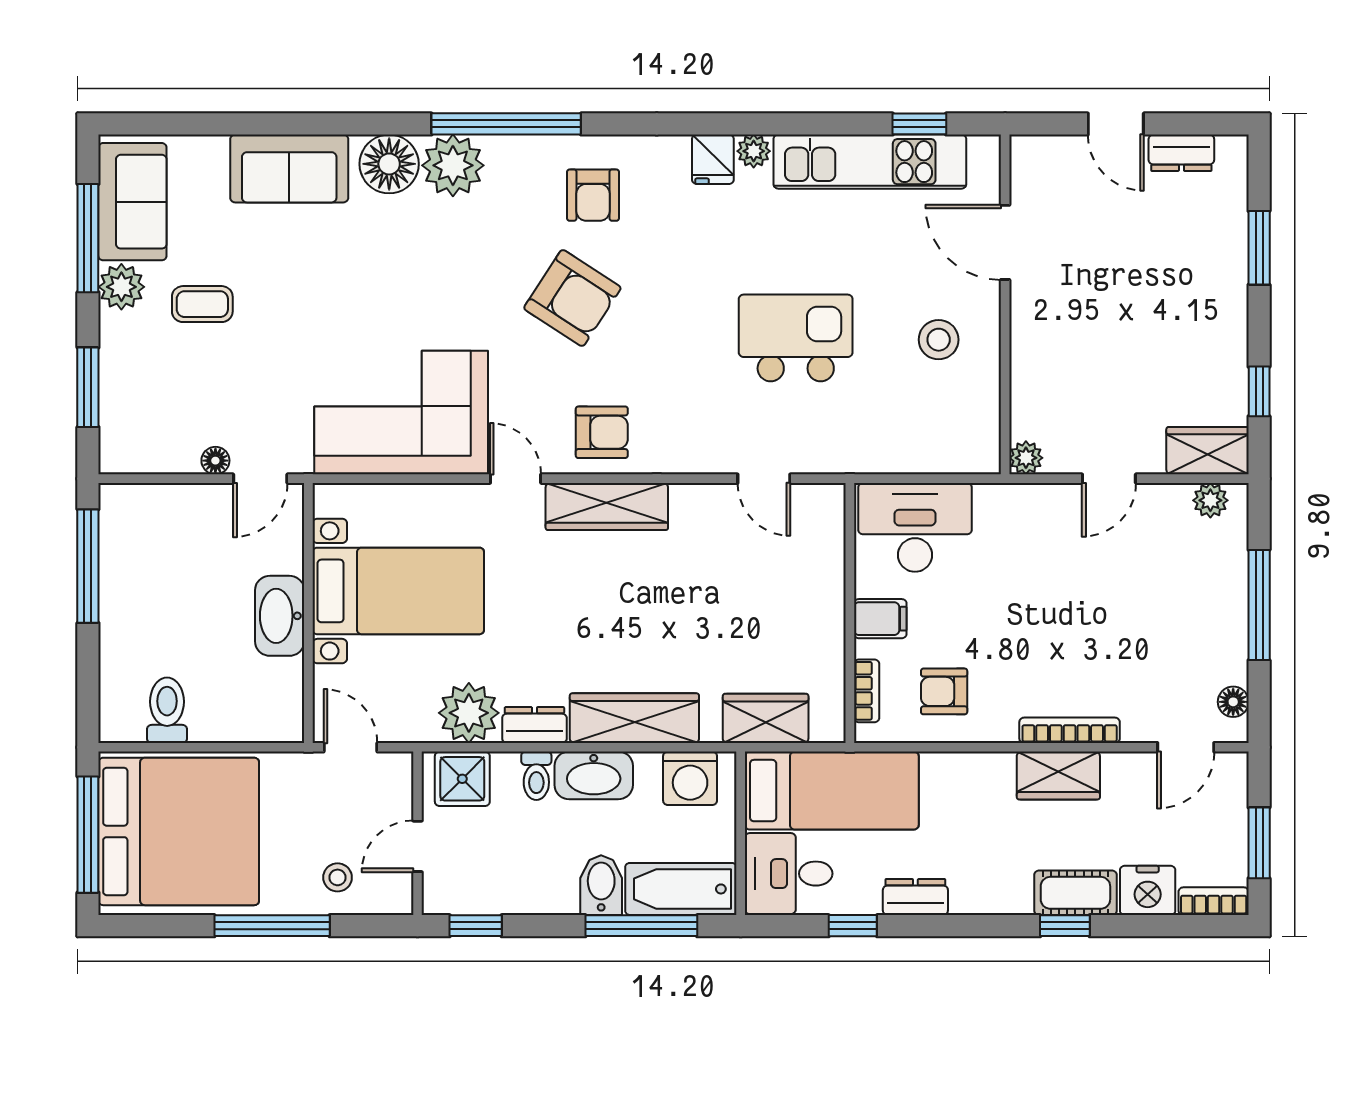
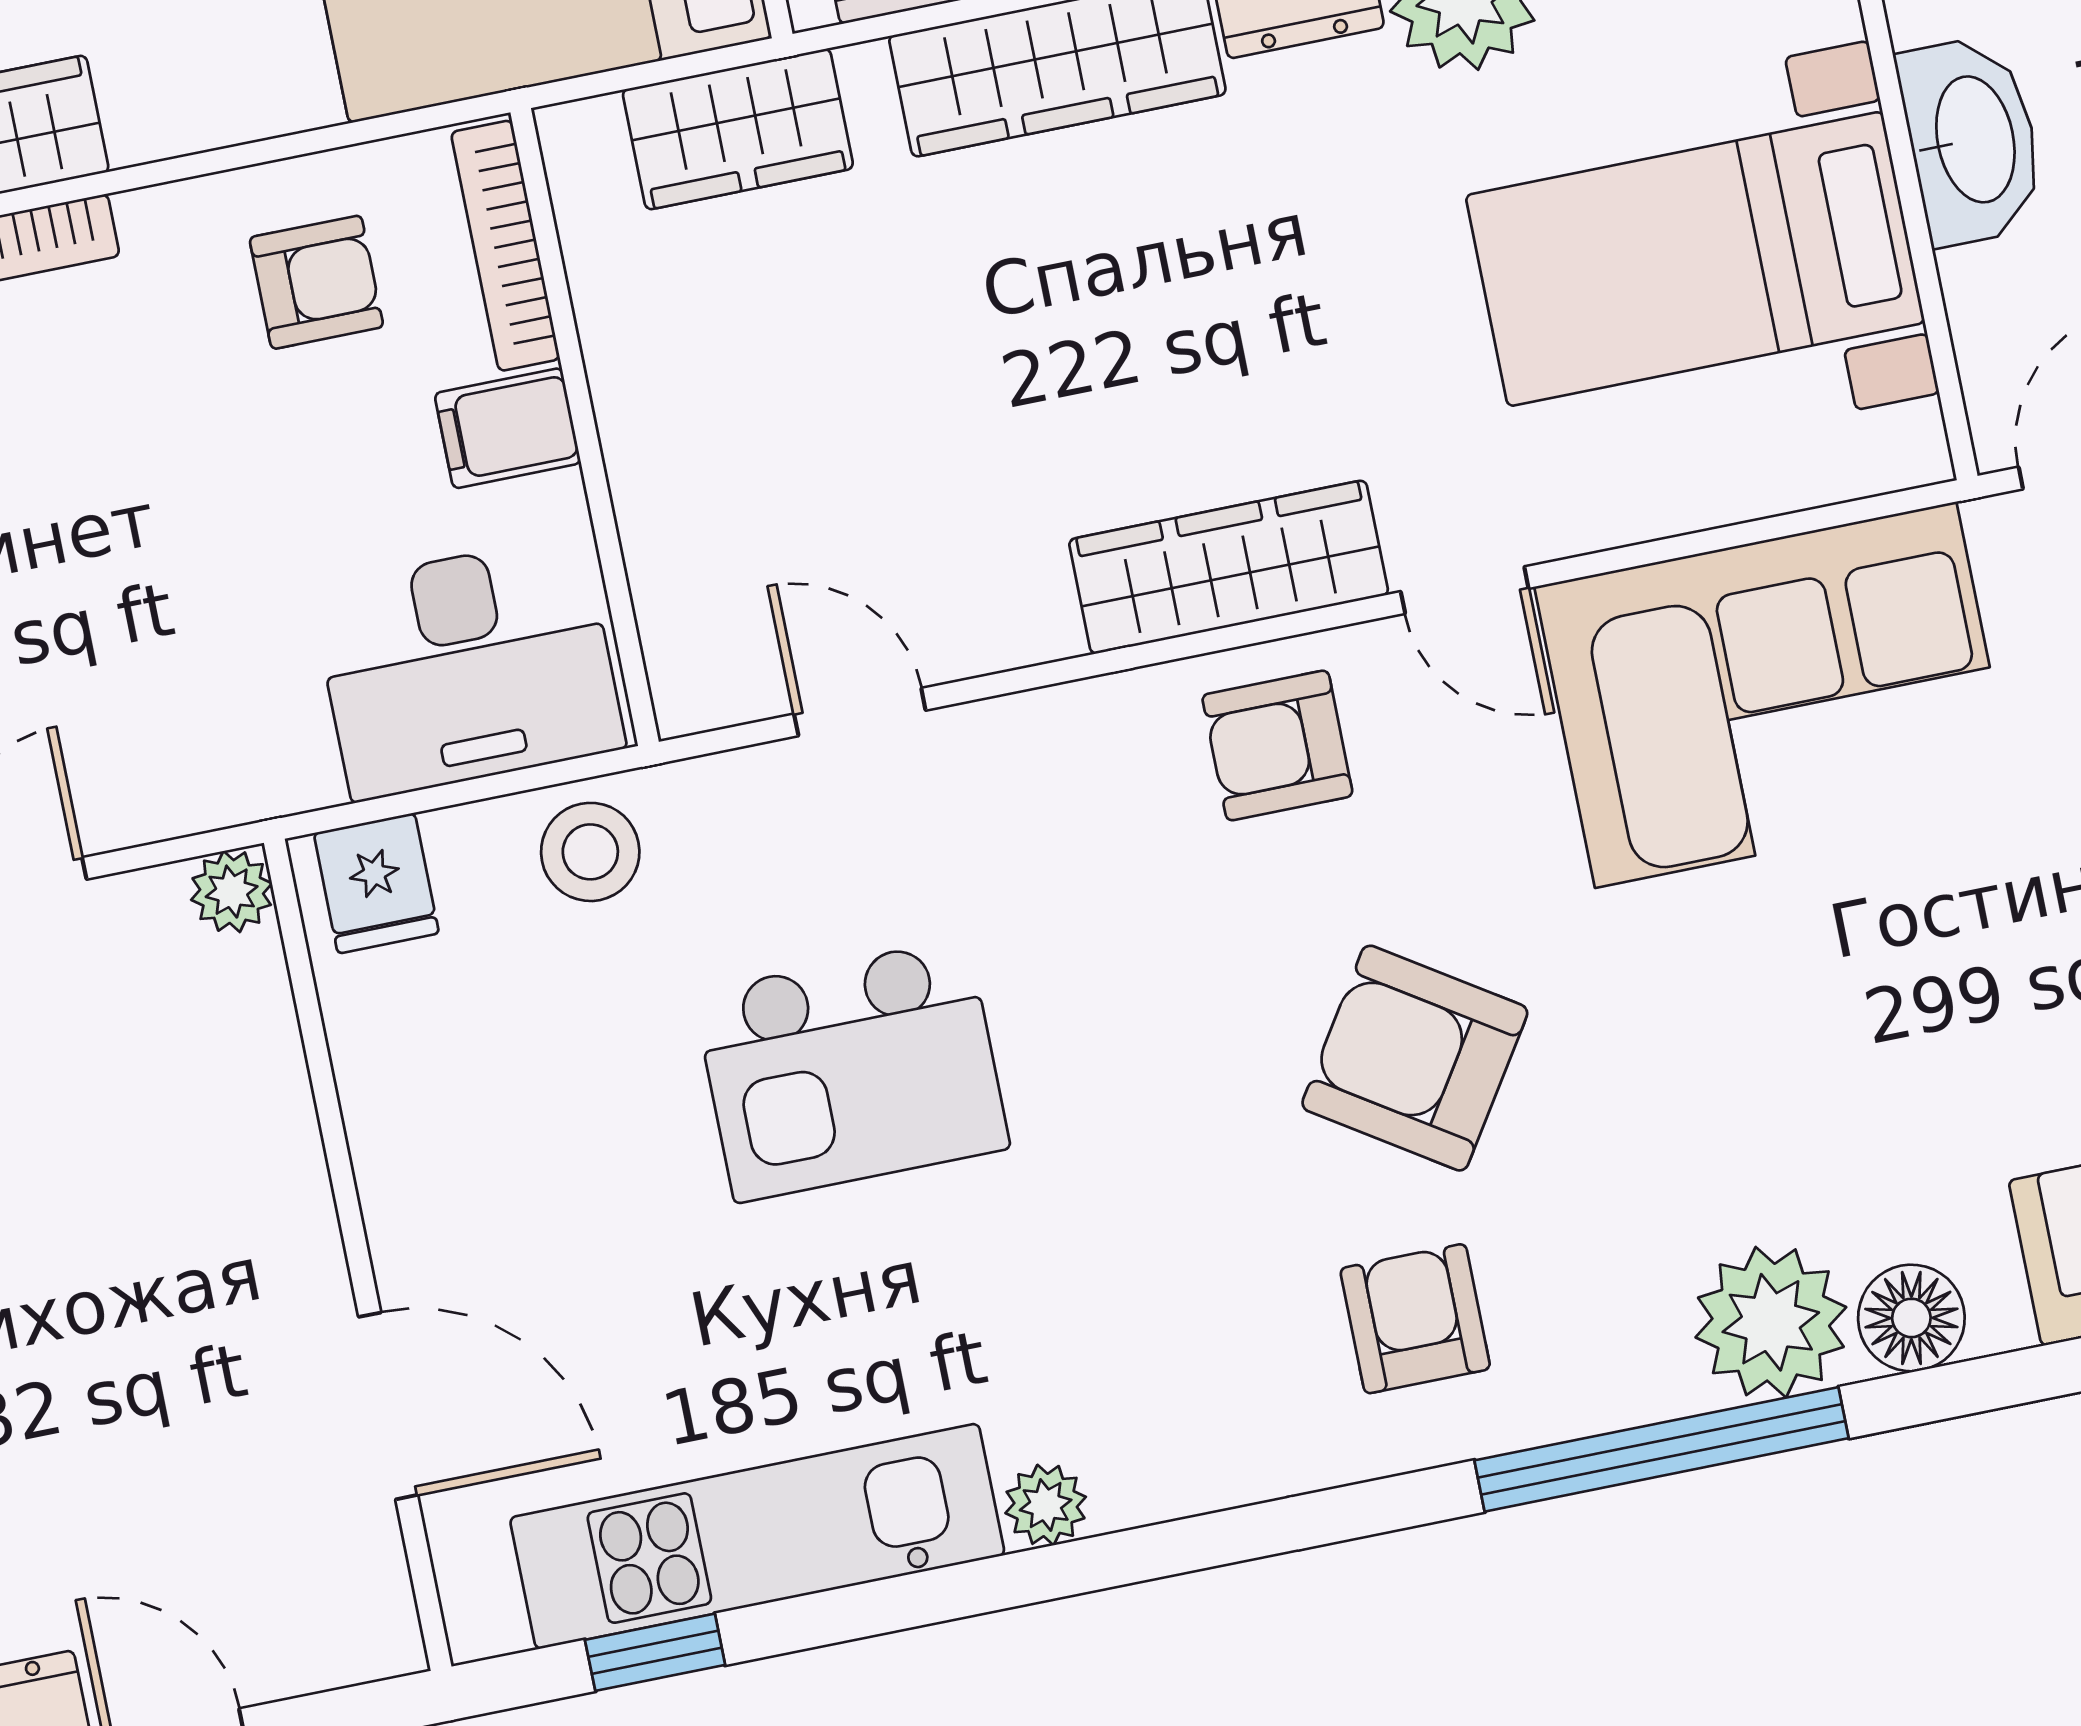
fridge: (713, 159) -> (376, 883), moved, turned 180
floor lamp: (389, 164) -> (1911, 1318), width x0.73, depth x0.73
stool: (939, 340) -> (590, 852), moved
bookcase: (867, 691) -> (505, 246), width x1.56

